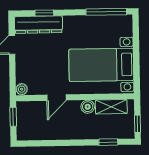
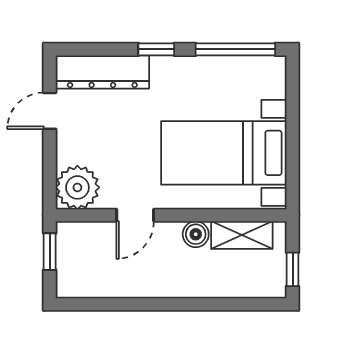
window: (44, 13) -> (156, 49), moved
plant: (22, 89) -> (77, 187), width x1.88, depth x1.88
window: (108, 142) -> (235, 304), removed

